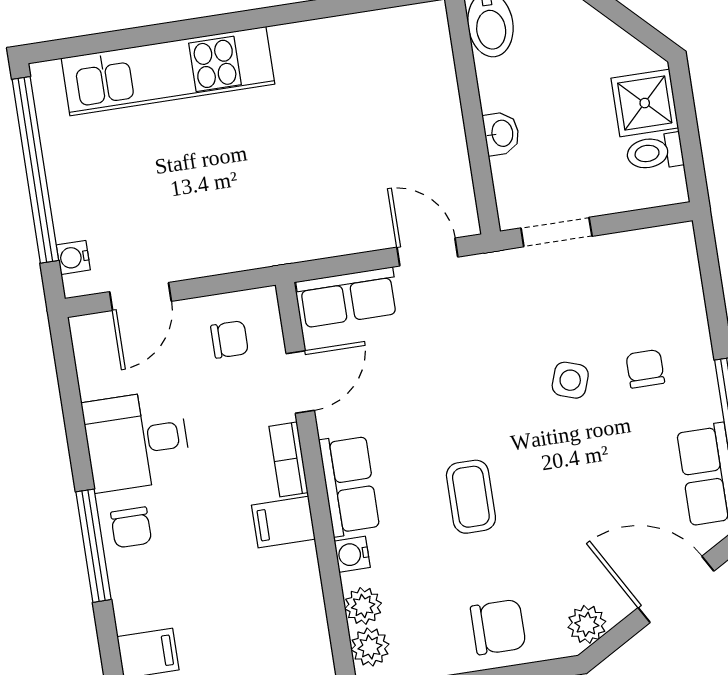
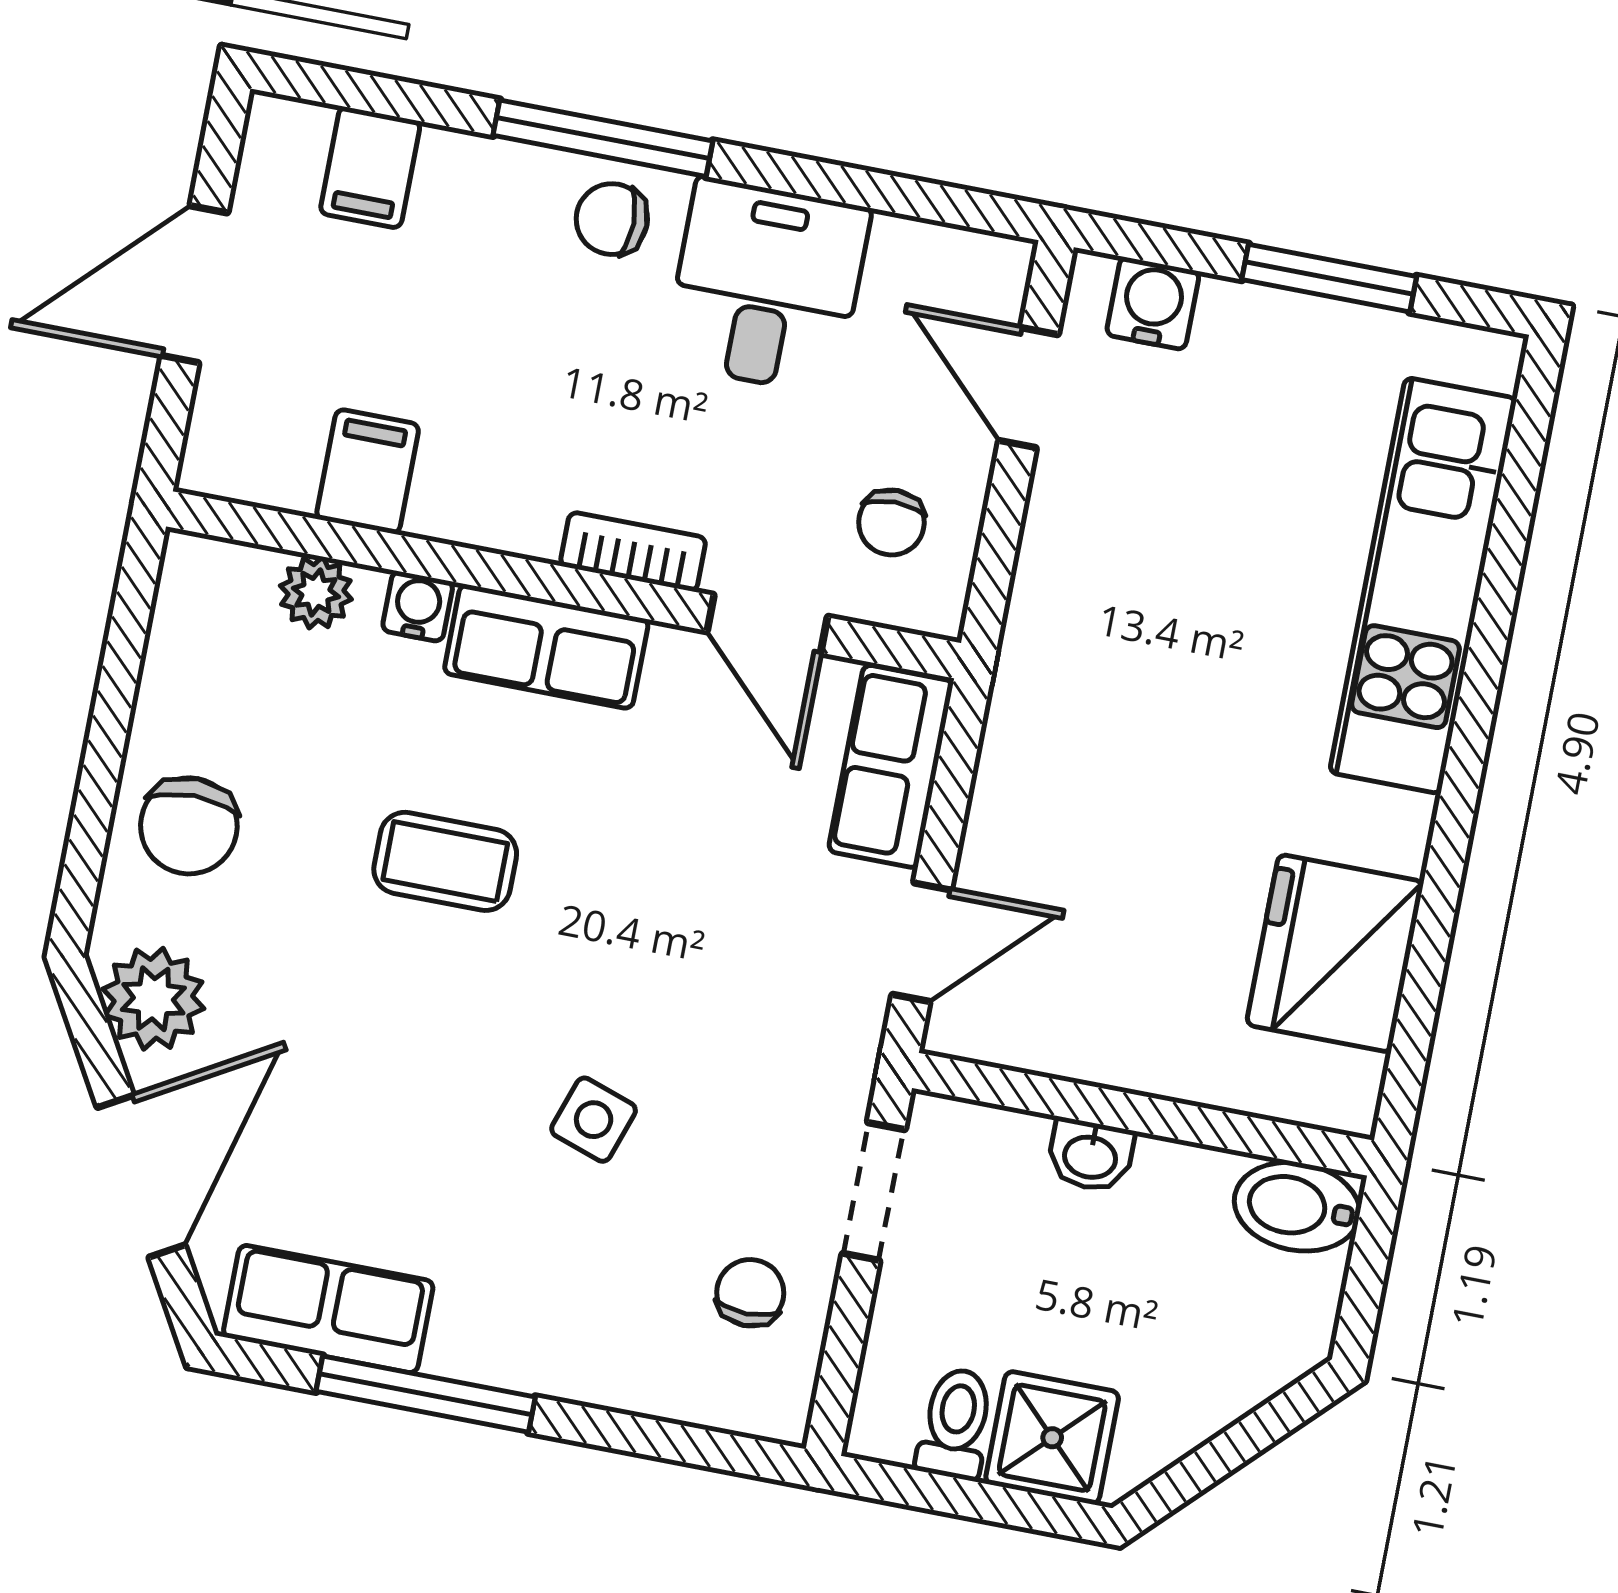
fridge: (361, 50) -> (1335, 953), added
window: (35, 170) -> (1329, 278), width x0.47
water cooler: (73, 257) -> (1153, 303), width x1.38, depth x1.38
chair: (645, 369) -> (750, 1293), moved, turned -90
filing cabinet: (283, 522) -> (368, 472), moved
plant: (587, 624) -> (153, 999), width x1.38, depth x1.38
plant: (370, 647) -> (236, 578), removed

